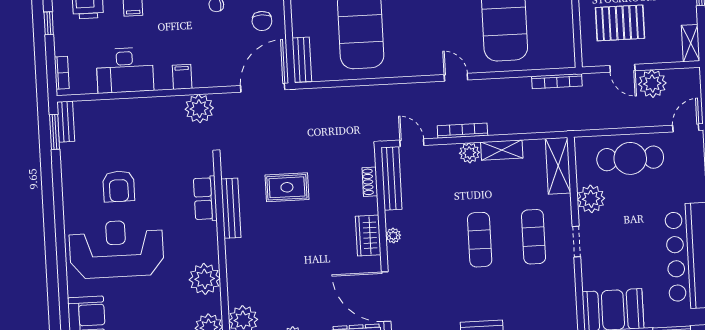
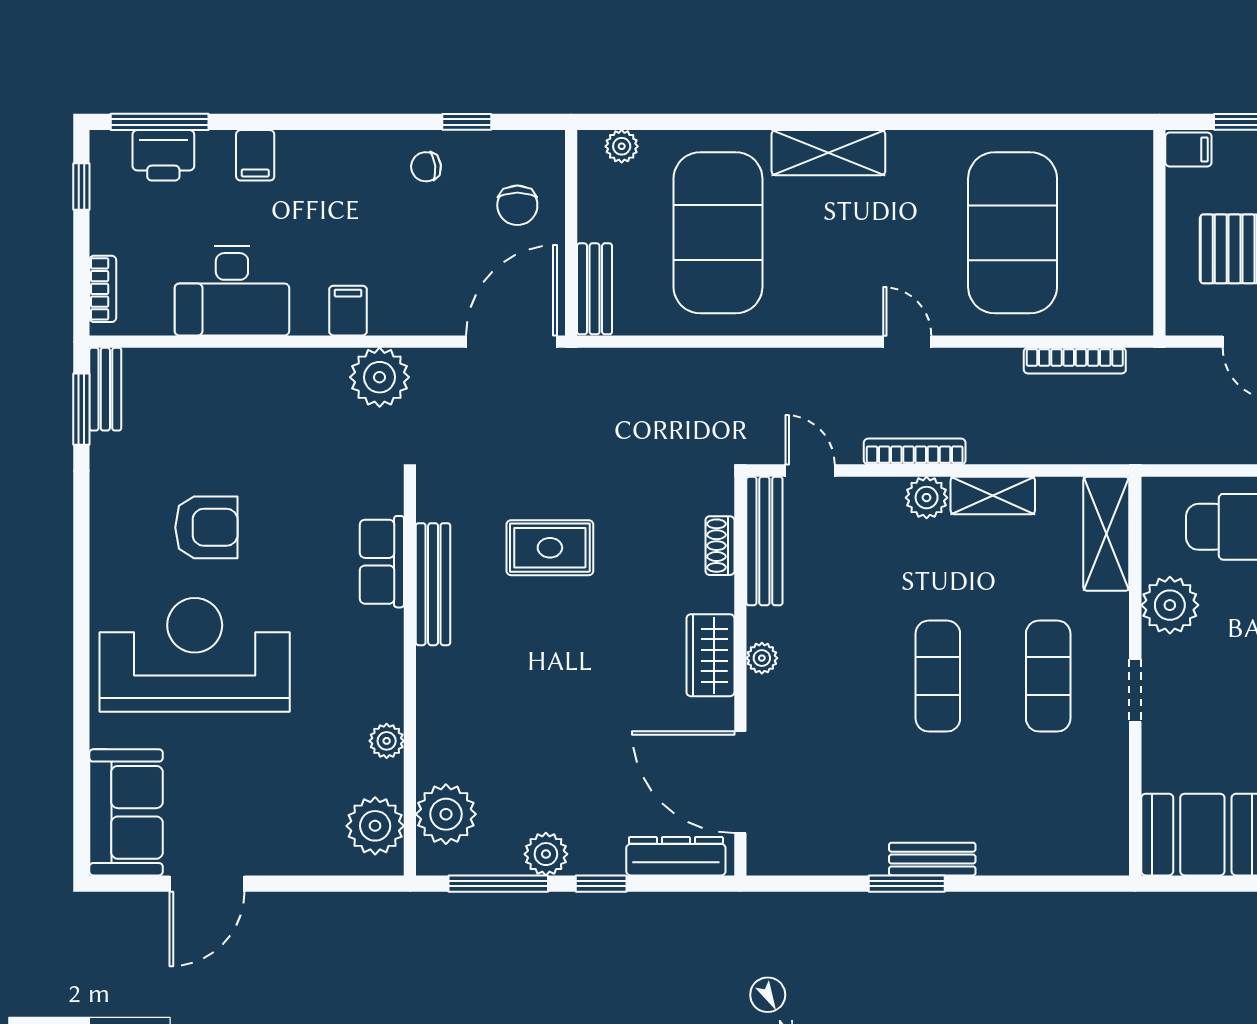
bookcase: (557, 81) -> (1075, 361), moved
armchair: (119, 186) -> (206, 527), turned -90
plant: (205, 279) -> (387, 741), width x0.53, depth x0.53

